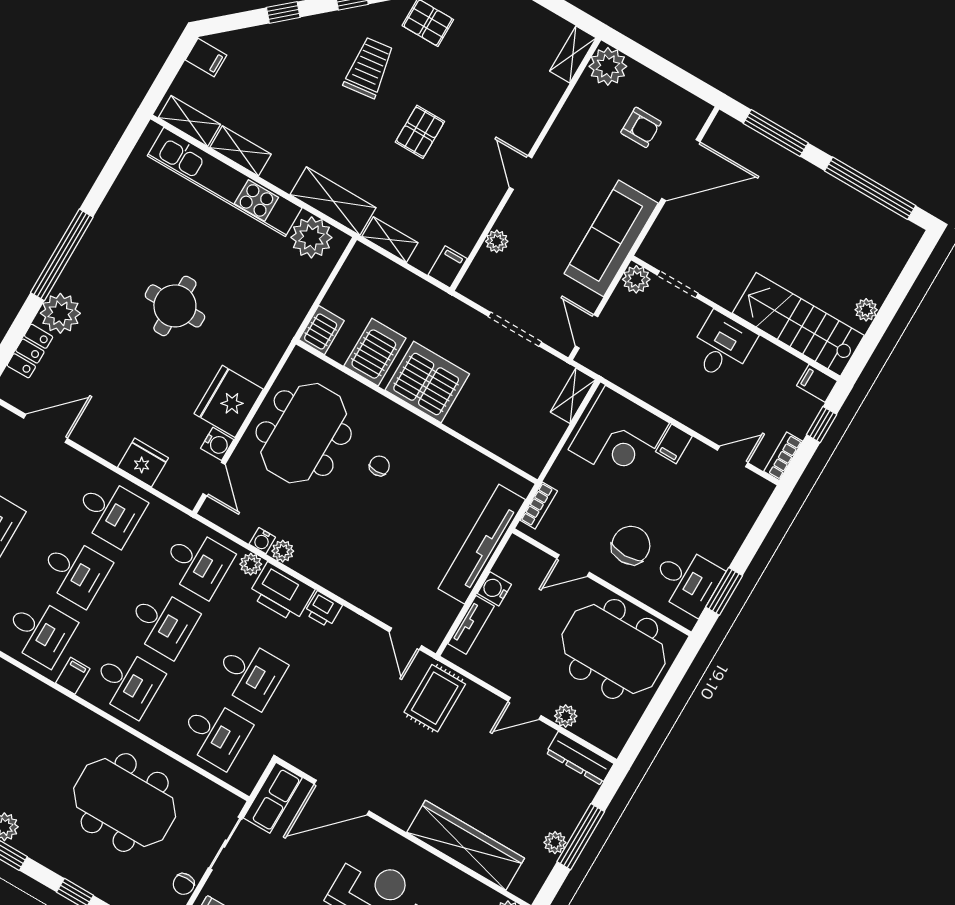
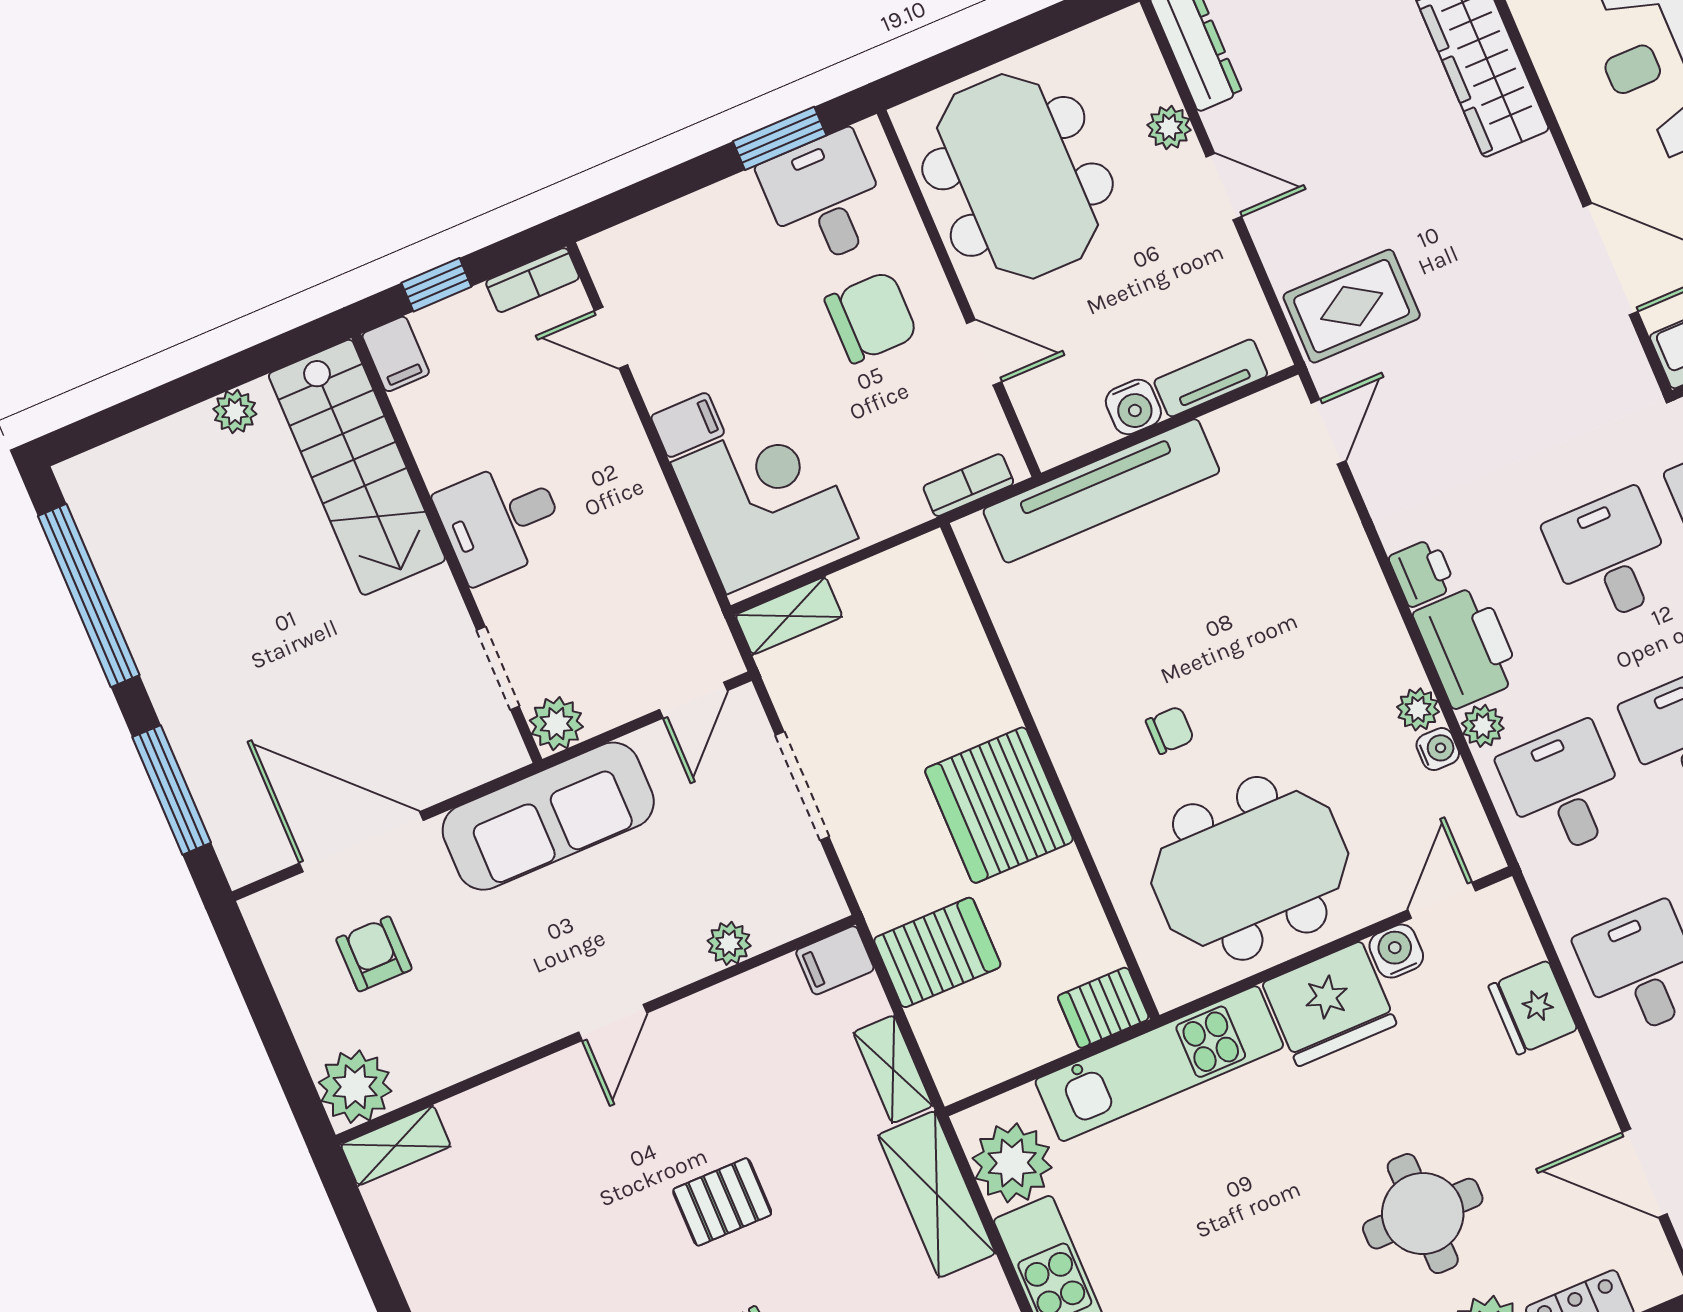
round table: (175, 306) -> (1423, 1214), moved
kitchen unit: (281, 324) -> (1159, 1064), added
server rack: (375, 352) -> (937, 952), moved, turned 180
chair: (379, 466) -> (1170, 730), turned 180
chair: (631, 545) -> (871, 317), turned 180

